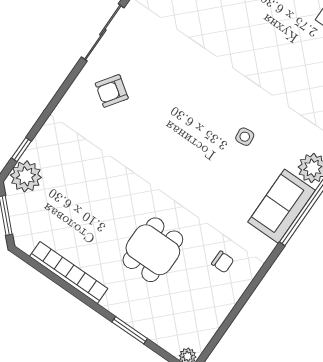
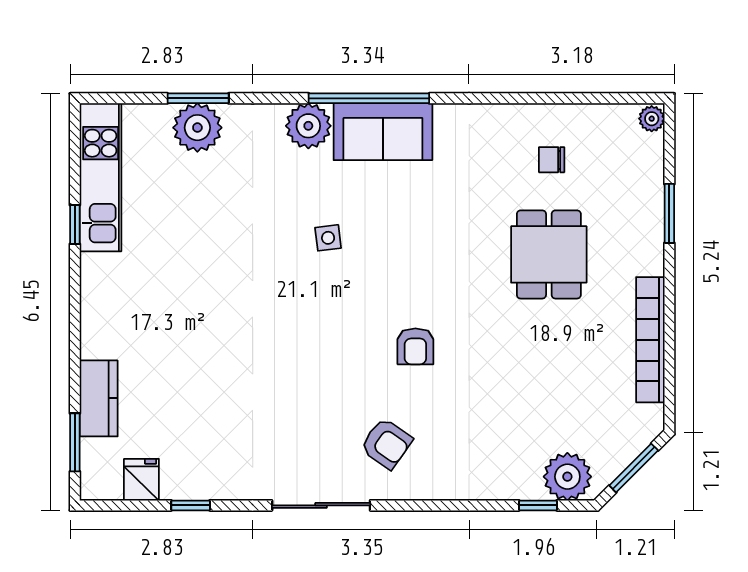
armchair: (153, 143) -> (415, 346), added
dining table: (153, 250) -> (549, 254), turned 90
chair: (223, 262) -> (552, 160), moved, turned -90

